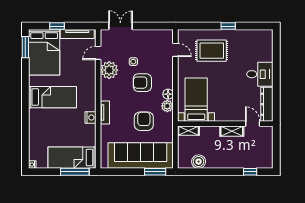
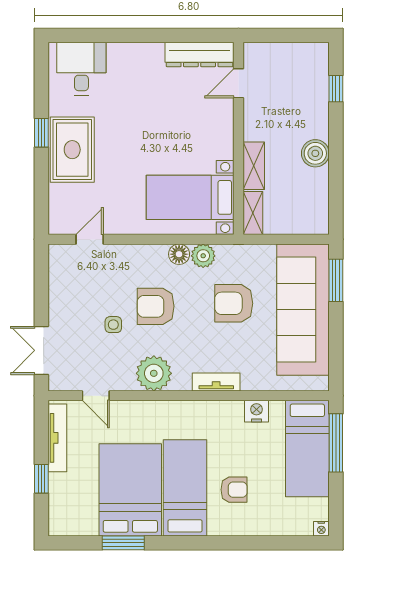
window: (25, 47) -> (123, 543), moved
rug: (212, 51) -> (72, 150), moved
bed: (44, 52) -> (130, 490), moved, turned -90
plant: (109, 70) -> (154, 373), moved
desk: (260, 74) -> (81, 69), moved
armchair: (142, 83) -> (156, 306), turned 90
nightstand: (91, 118) -> (256, 411), moved
armchair: (52, 121) -> (234, 490), added
shelving: (232, 131) -> (254, 166), moved
boiler: (199, 162) -> (315, 153), moved

